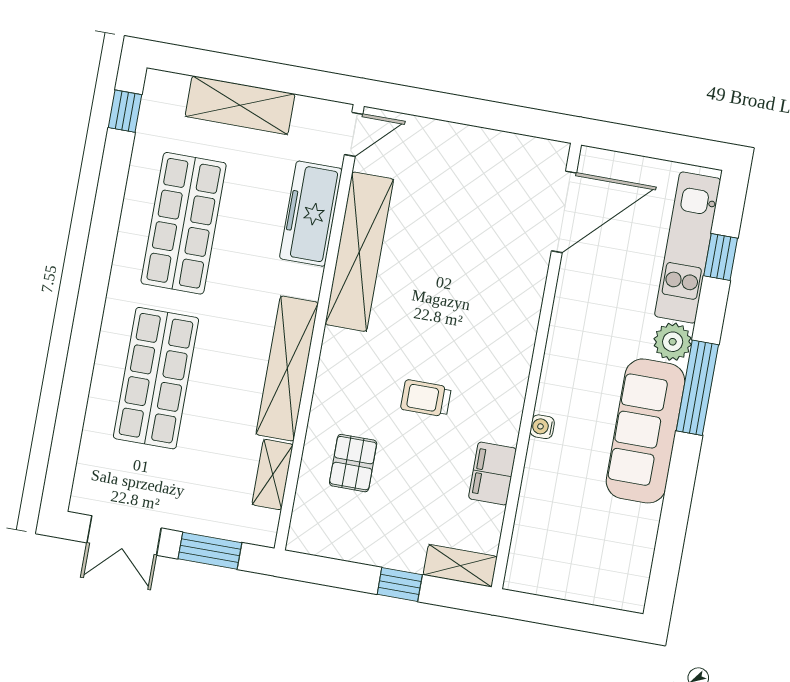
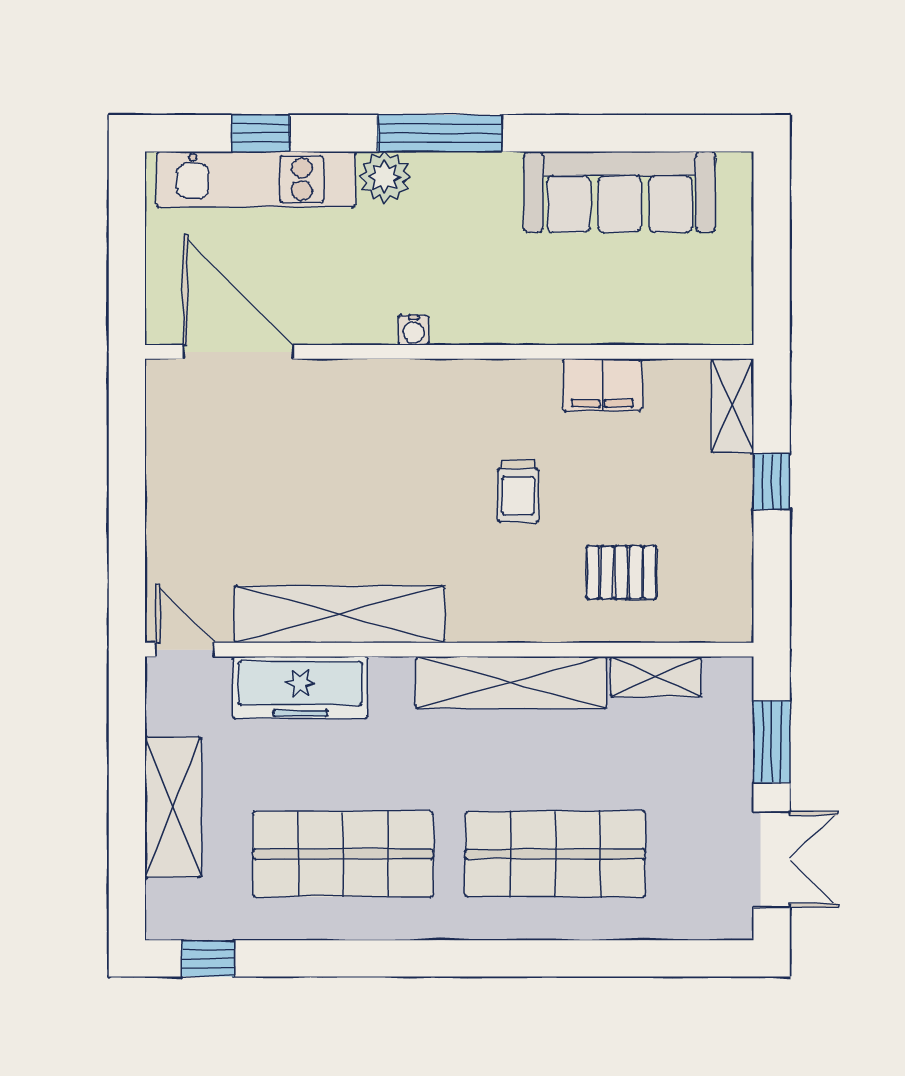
water cooler: (542, 427) -> (414, 330), moved
sofa: (645, 431) -> (620, 192), moved

